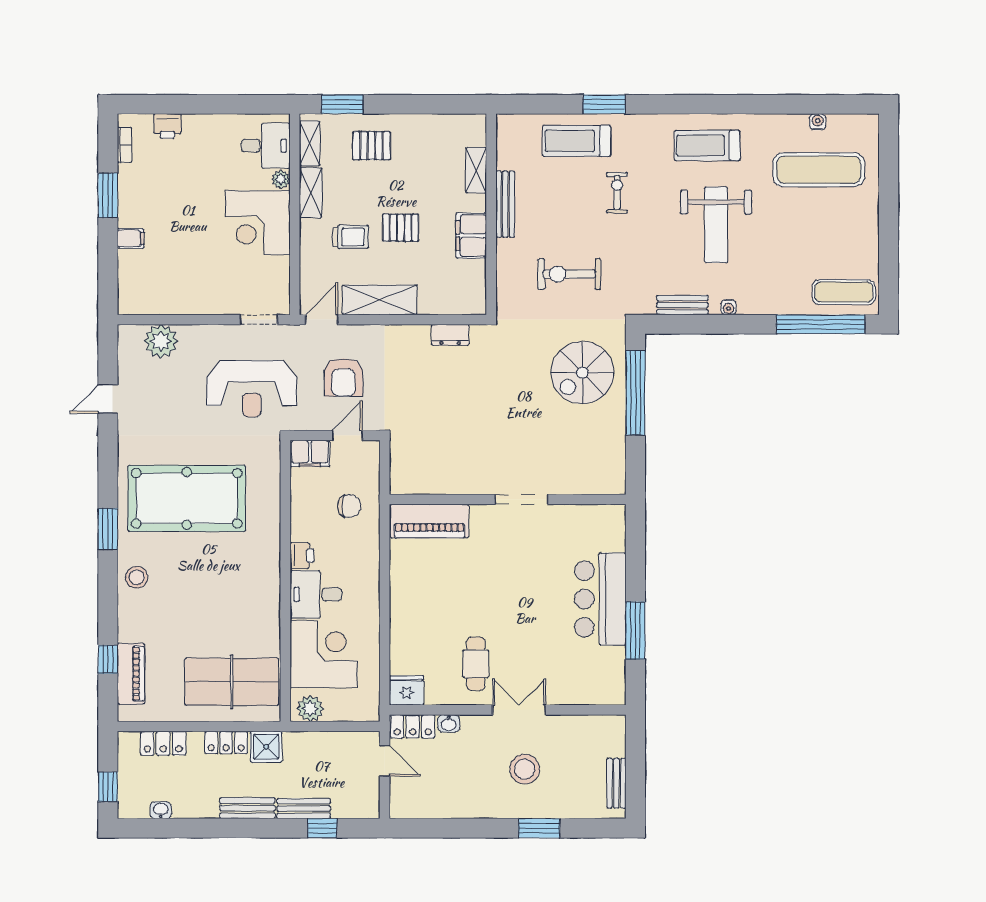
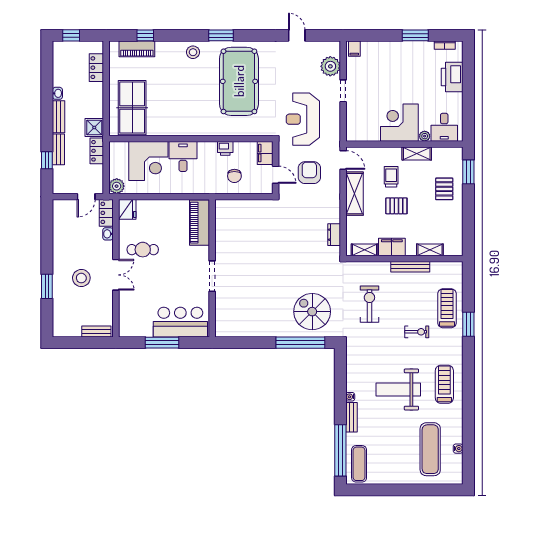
printer: (167, 126) -> (452, 77), width x1.87, depth x1.48
shelving: (310, 143) -> (364, 250), moved
pallet: (401, 228) -> (396, 206), turned 90
trolley: (351, 237) -> (391, 177), turned 180
filing cabinet: (131, 238) -> (354, 49), moved
bench: (682, 305) -> (351, 417), moved
doorway: (259, 320) -> (343, 91), moved
armchair: (344, 377) -> (309, 173), turned 90
wall: (508, 499) -> (212, 268), moved
doorway: (521, 499) -> (212, 276), moved
piano: (430, 521) -> (200, 223), moved
printer: (302, 556) -> (225, 148), moved
plant: (310, 709) -> (117, 186), moved
locker: (226, 743) -> (97, 151), moved
bench: (616, 783) -> (96, 331), moved
washbasin: (161, 810) -> (57, 93), moved

